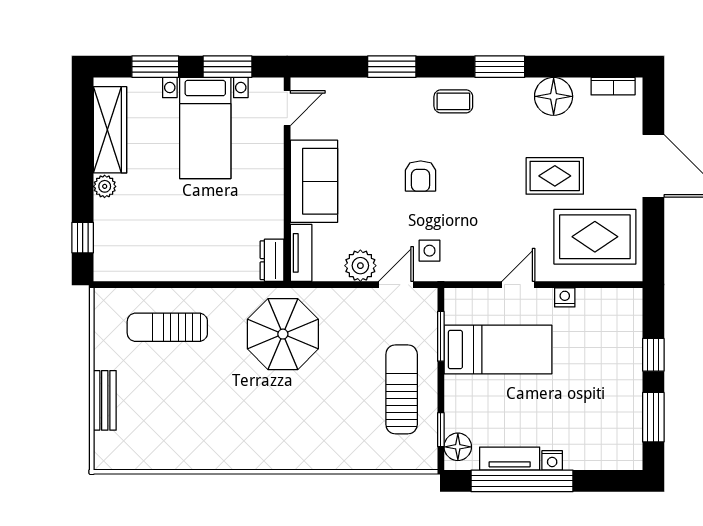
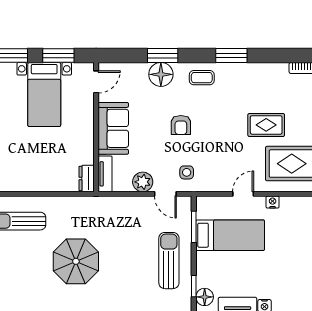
floor lamp: (554, 96) -> (161, 74), moved
door: (396, 285) -> (165, 194), swing flipped
parasol: (283, 334) -> (76, 261), moved

